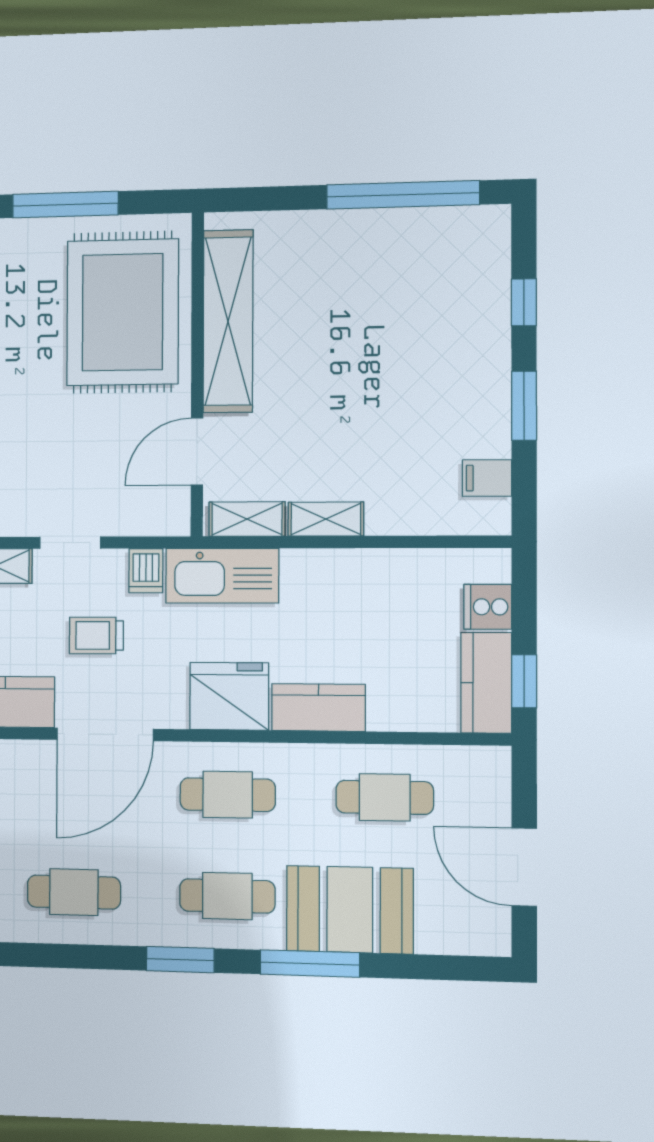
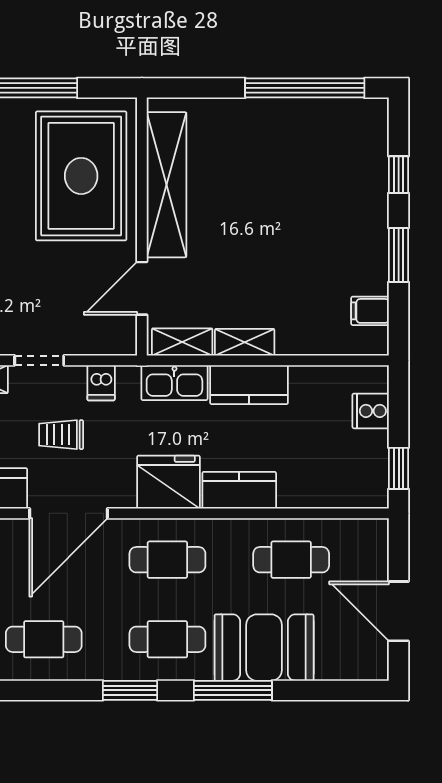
kitchen sink: (222, 576) -> (174, 383), width x0.73, depth x0.81
kitchen counter: (486, 683) -> (249, 385), moved, turned -90

